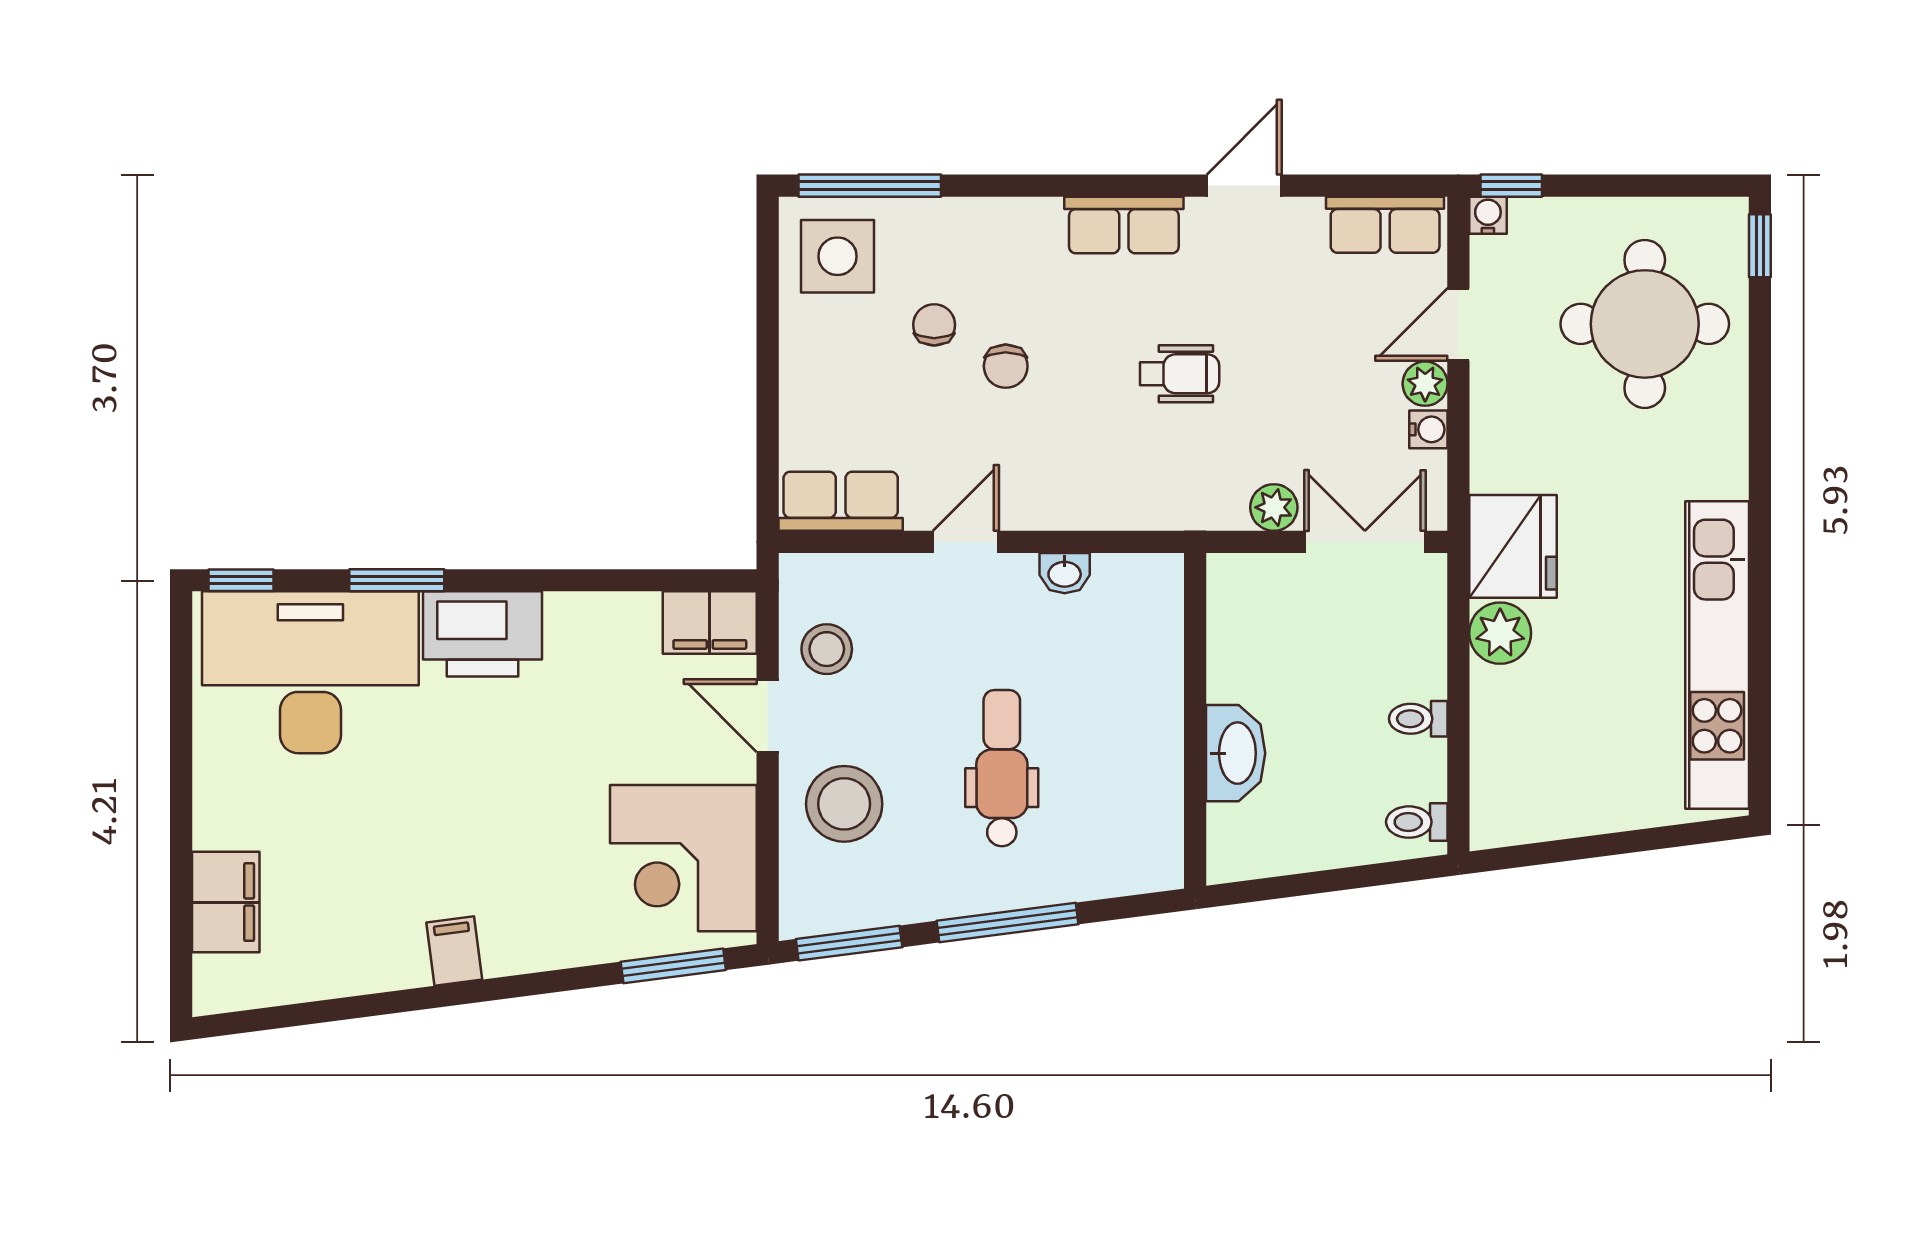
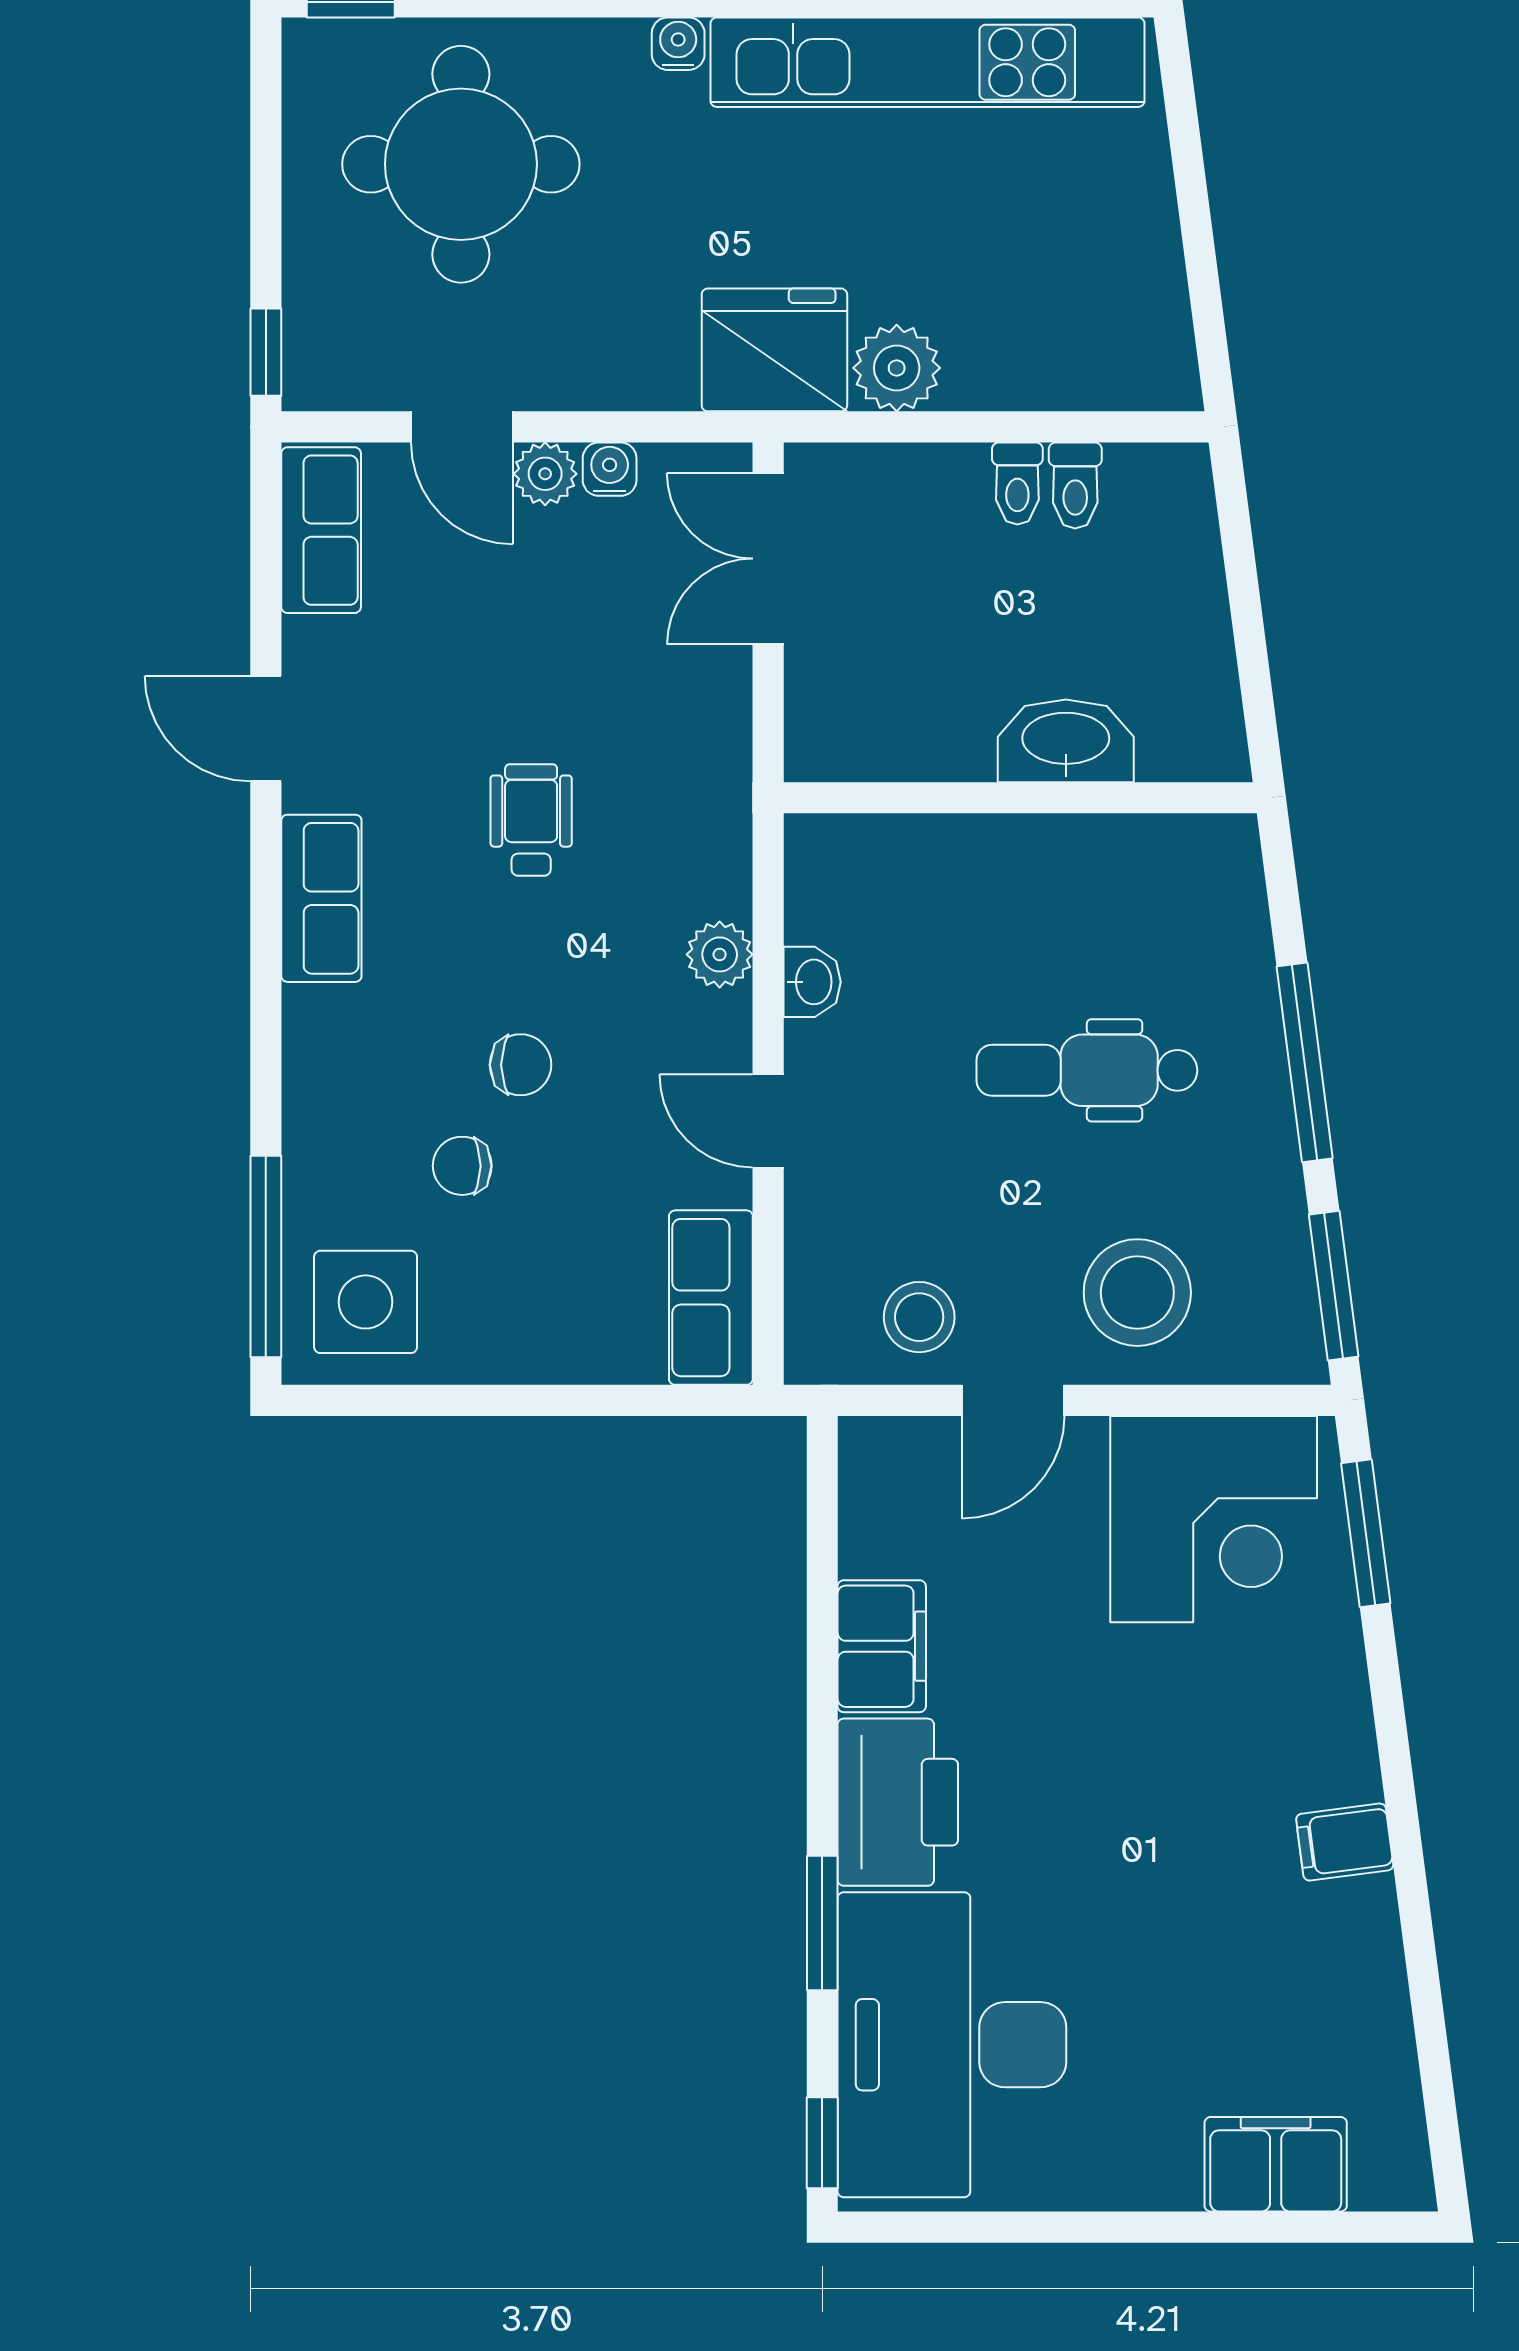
water cooler: (1488, 215) -> (678, 44), moved, turned 90
plant: (1274, 507) -> (720, 954), moved
filing cabinet: (710, 623) -> (882, 1646), moved
toilet: (1417, 822) -> (1075, 485), moved

